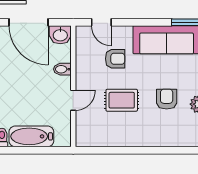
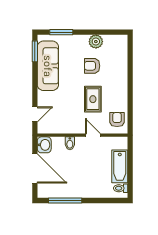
door: (29, 22) -> (35, 168), hinge flipped
armchair: (115, 59) -> (117, 120), moved

